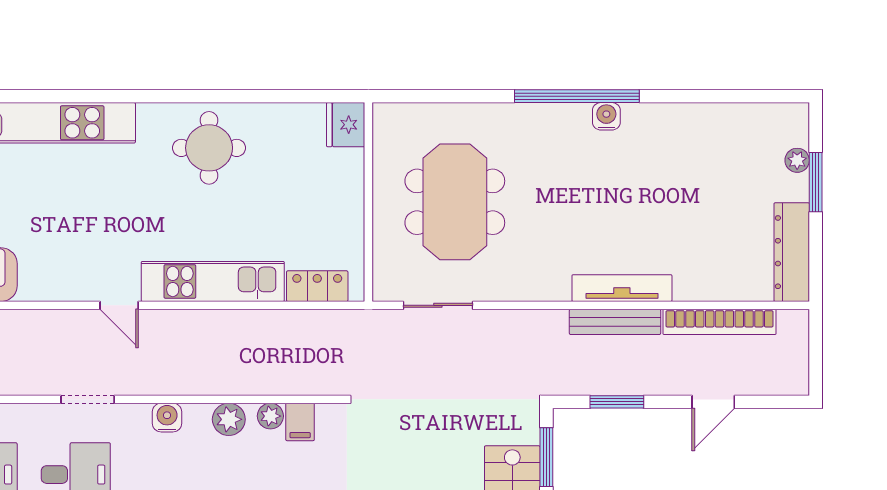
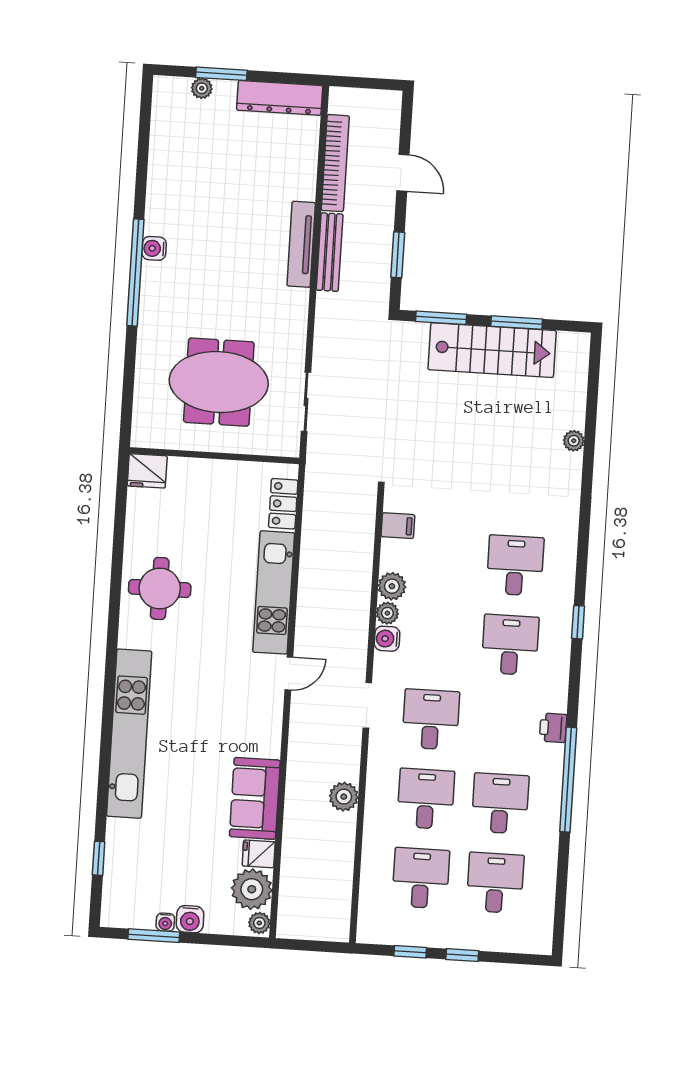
plant: (270, 416) -> (387, 613), moved

